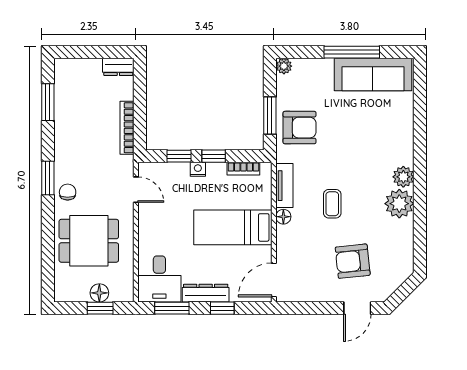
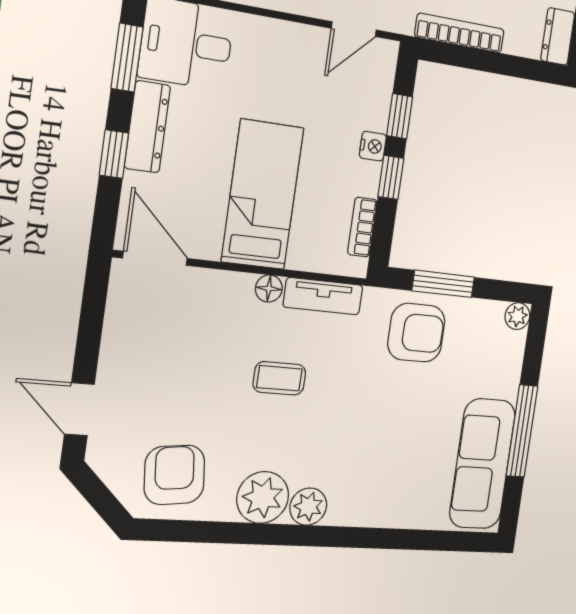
armchair: (300, 128) -> (416, 333), turned -90
armchair: (353, 261) -> (174, 475), moved

